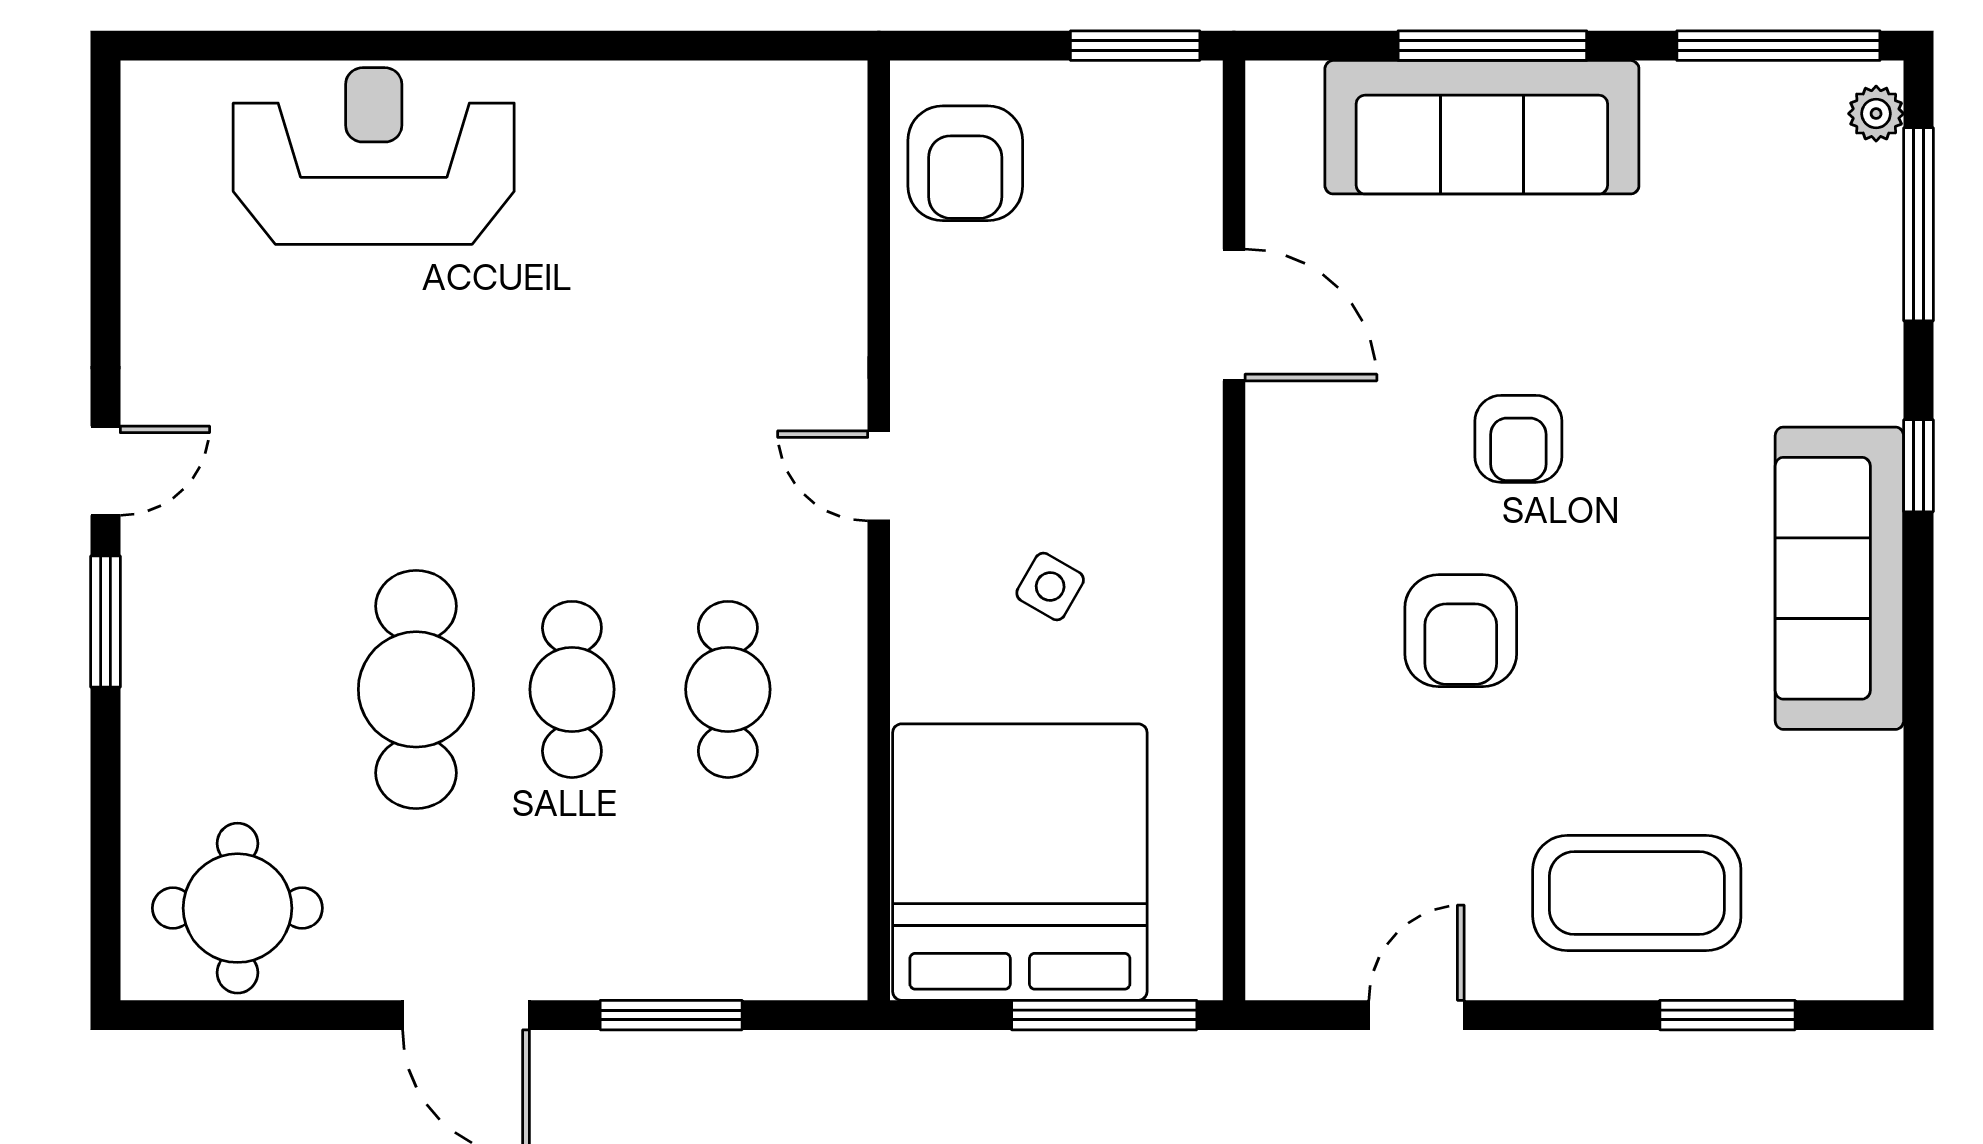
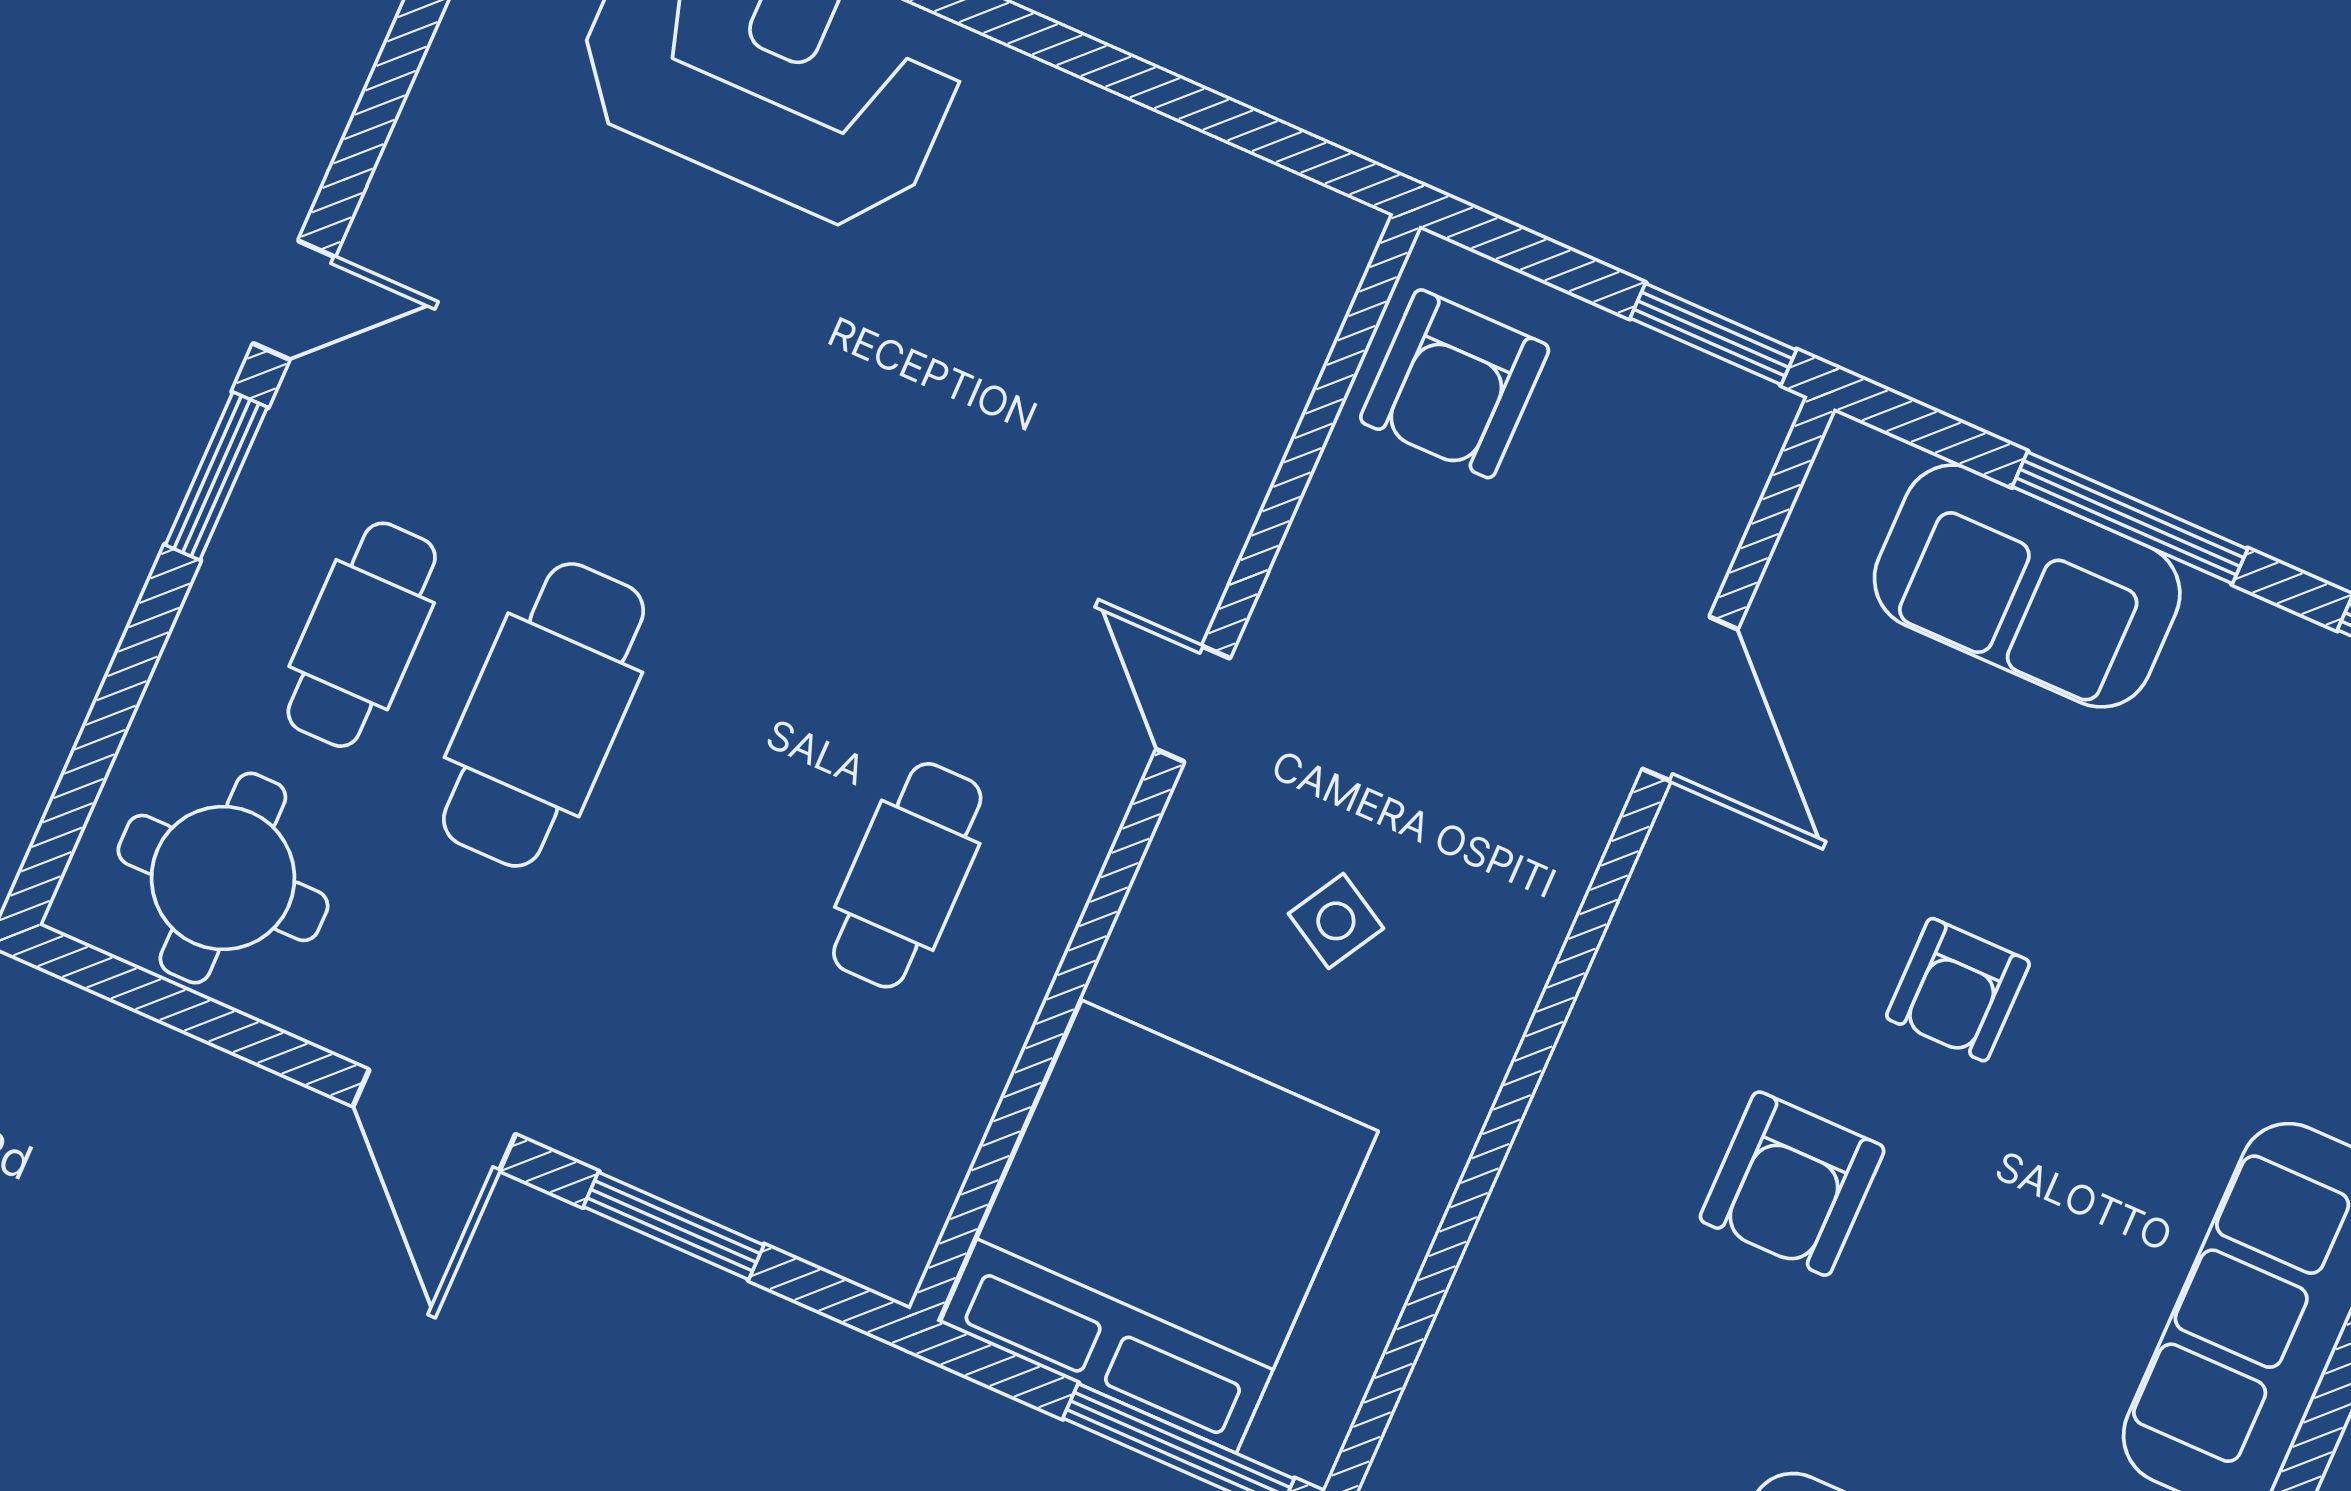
sofa: (1482, 127) -> (2027, 586), width x0.73
cafe table: (572, 689) -> (362, 635), moved

